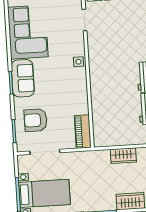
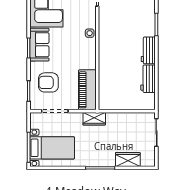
piano: (83, 132) -> (87, 90), width x1.37, depth x1.33
wardrobe: (123, 156) -> (94, 119), moved

